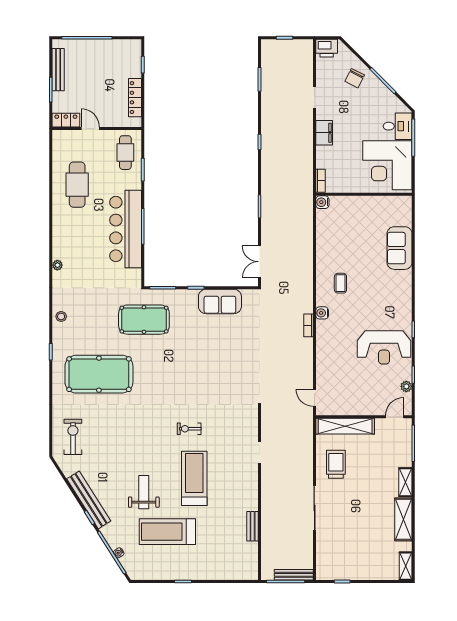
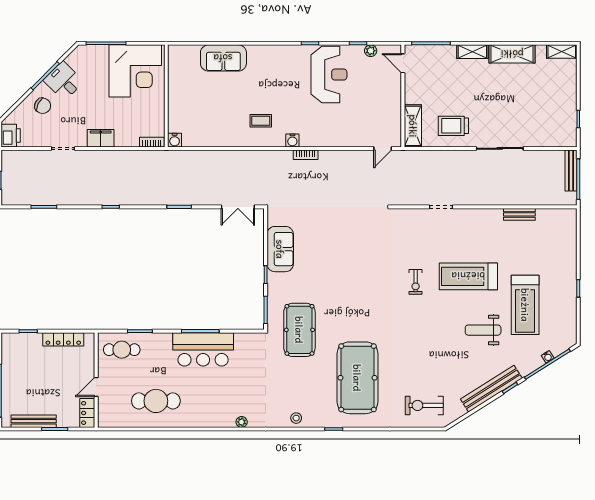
desk: (398, 126) -> (64, 81), moved, turned -45
bar counter: (126, 229) -> (203, 349), width x0.73
shelving: (345, 426) -> (413, 126), width x0.68

